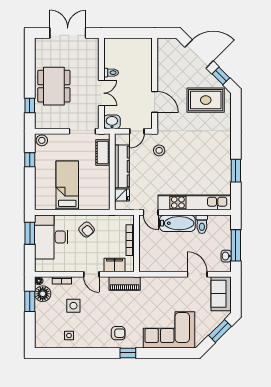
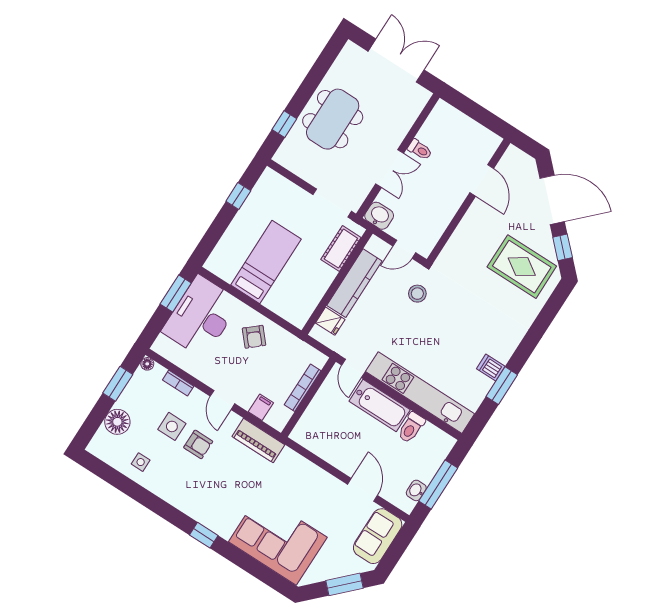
door: (155, 102) -> (482, 180), moved
stool: (42, 140) -> (271, 181), removed
dishwasher: (224, 165) -> (491, 368), added
filing cabinet: (114, 265) -> (261, 407), width x0.50
floor lamp: (43, 294) -> (117, 422), moved
armchair: (118, 333) -> (198, 444), moved

